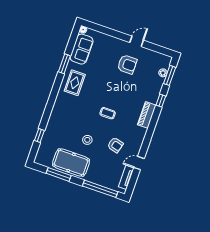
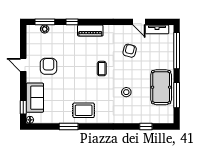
window: (97, 28) -> (23, 107), added
sofa: (82, 49) -> (35, 98), moved, turned 90
stool: (87, 140) -> (126, 92), moved

